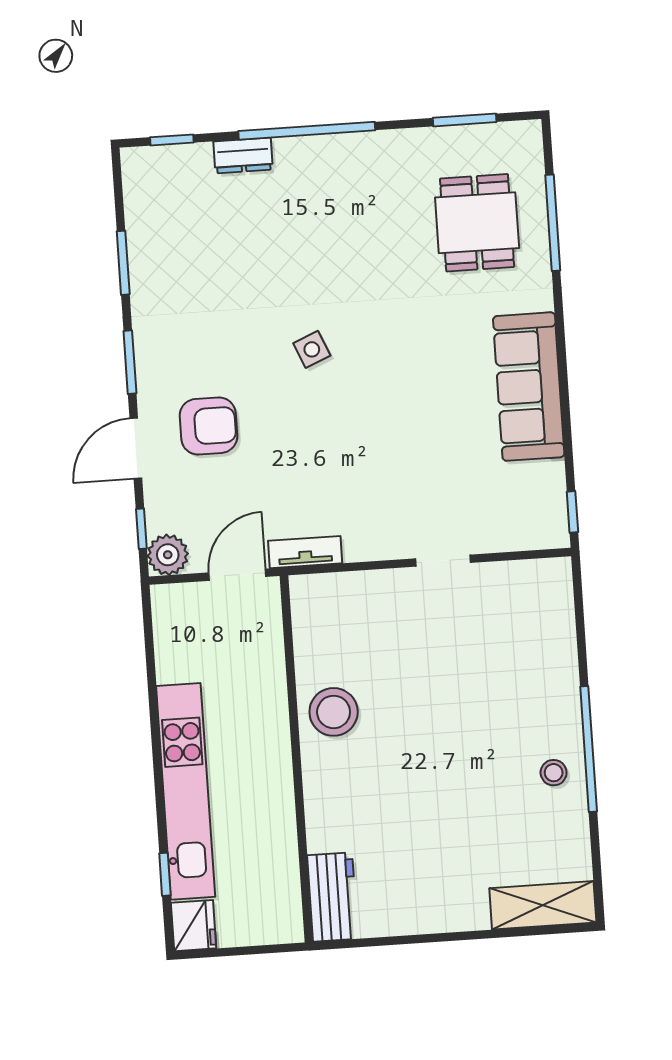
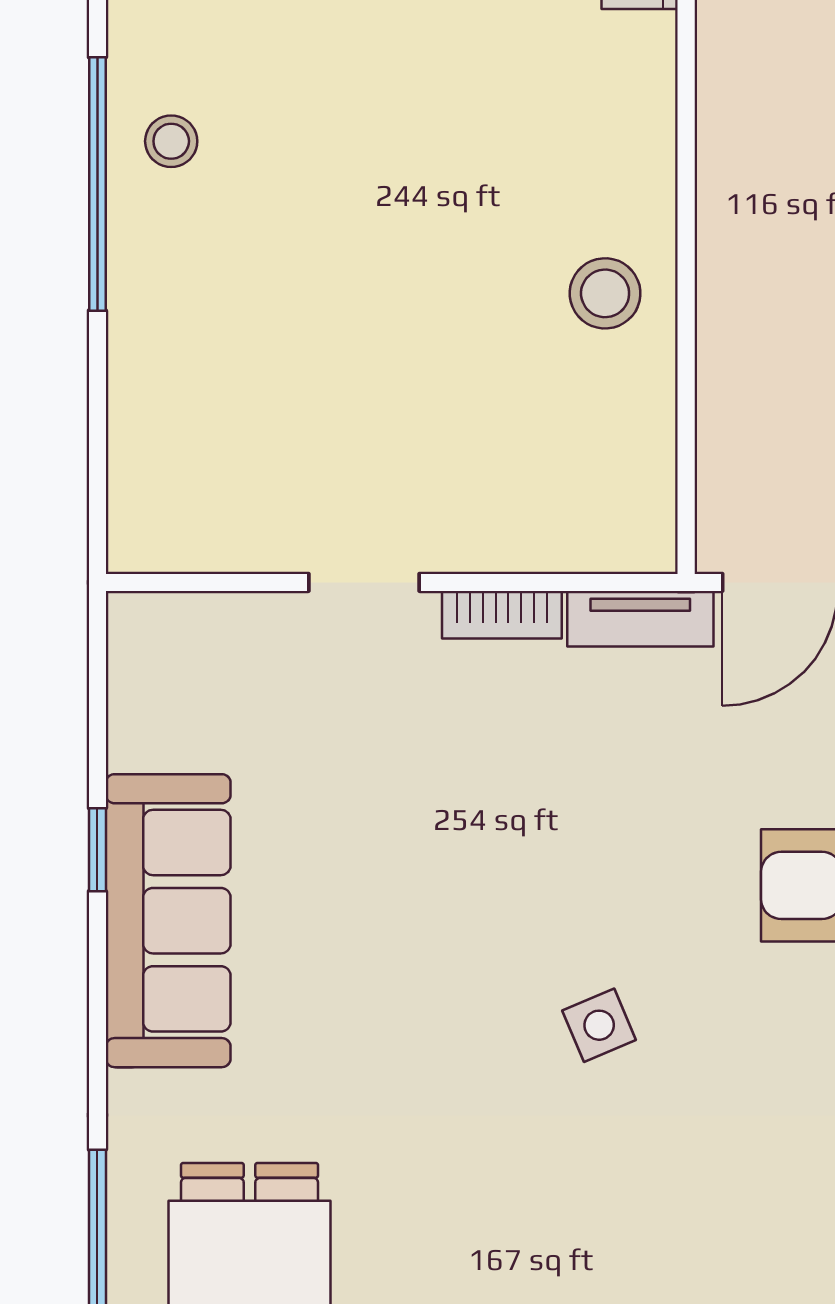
window: (572, 512) -> (97, 850), moved
bookcase: (374, 549) -> (502, 615), added
stool: (334, 712) -> (605, 293), width x0.73, depth x0.73

